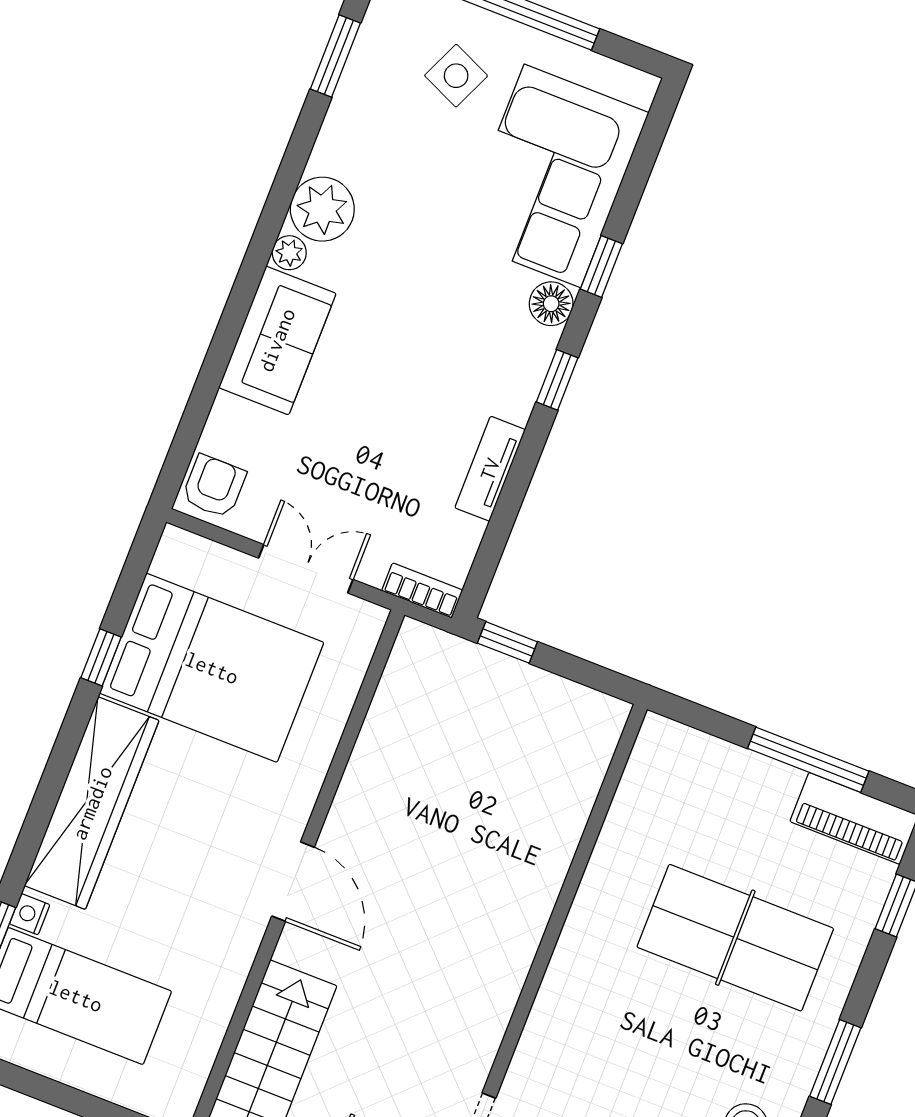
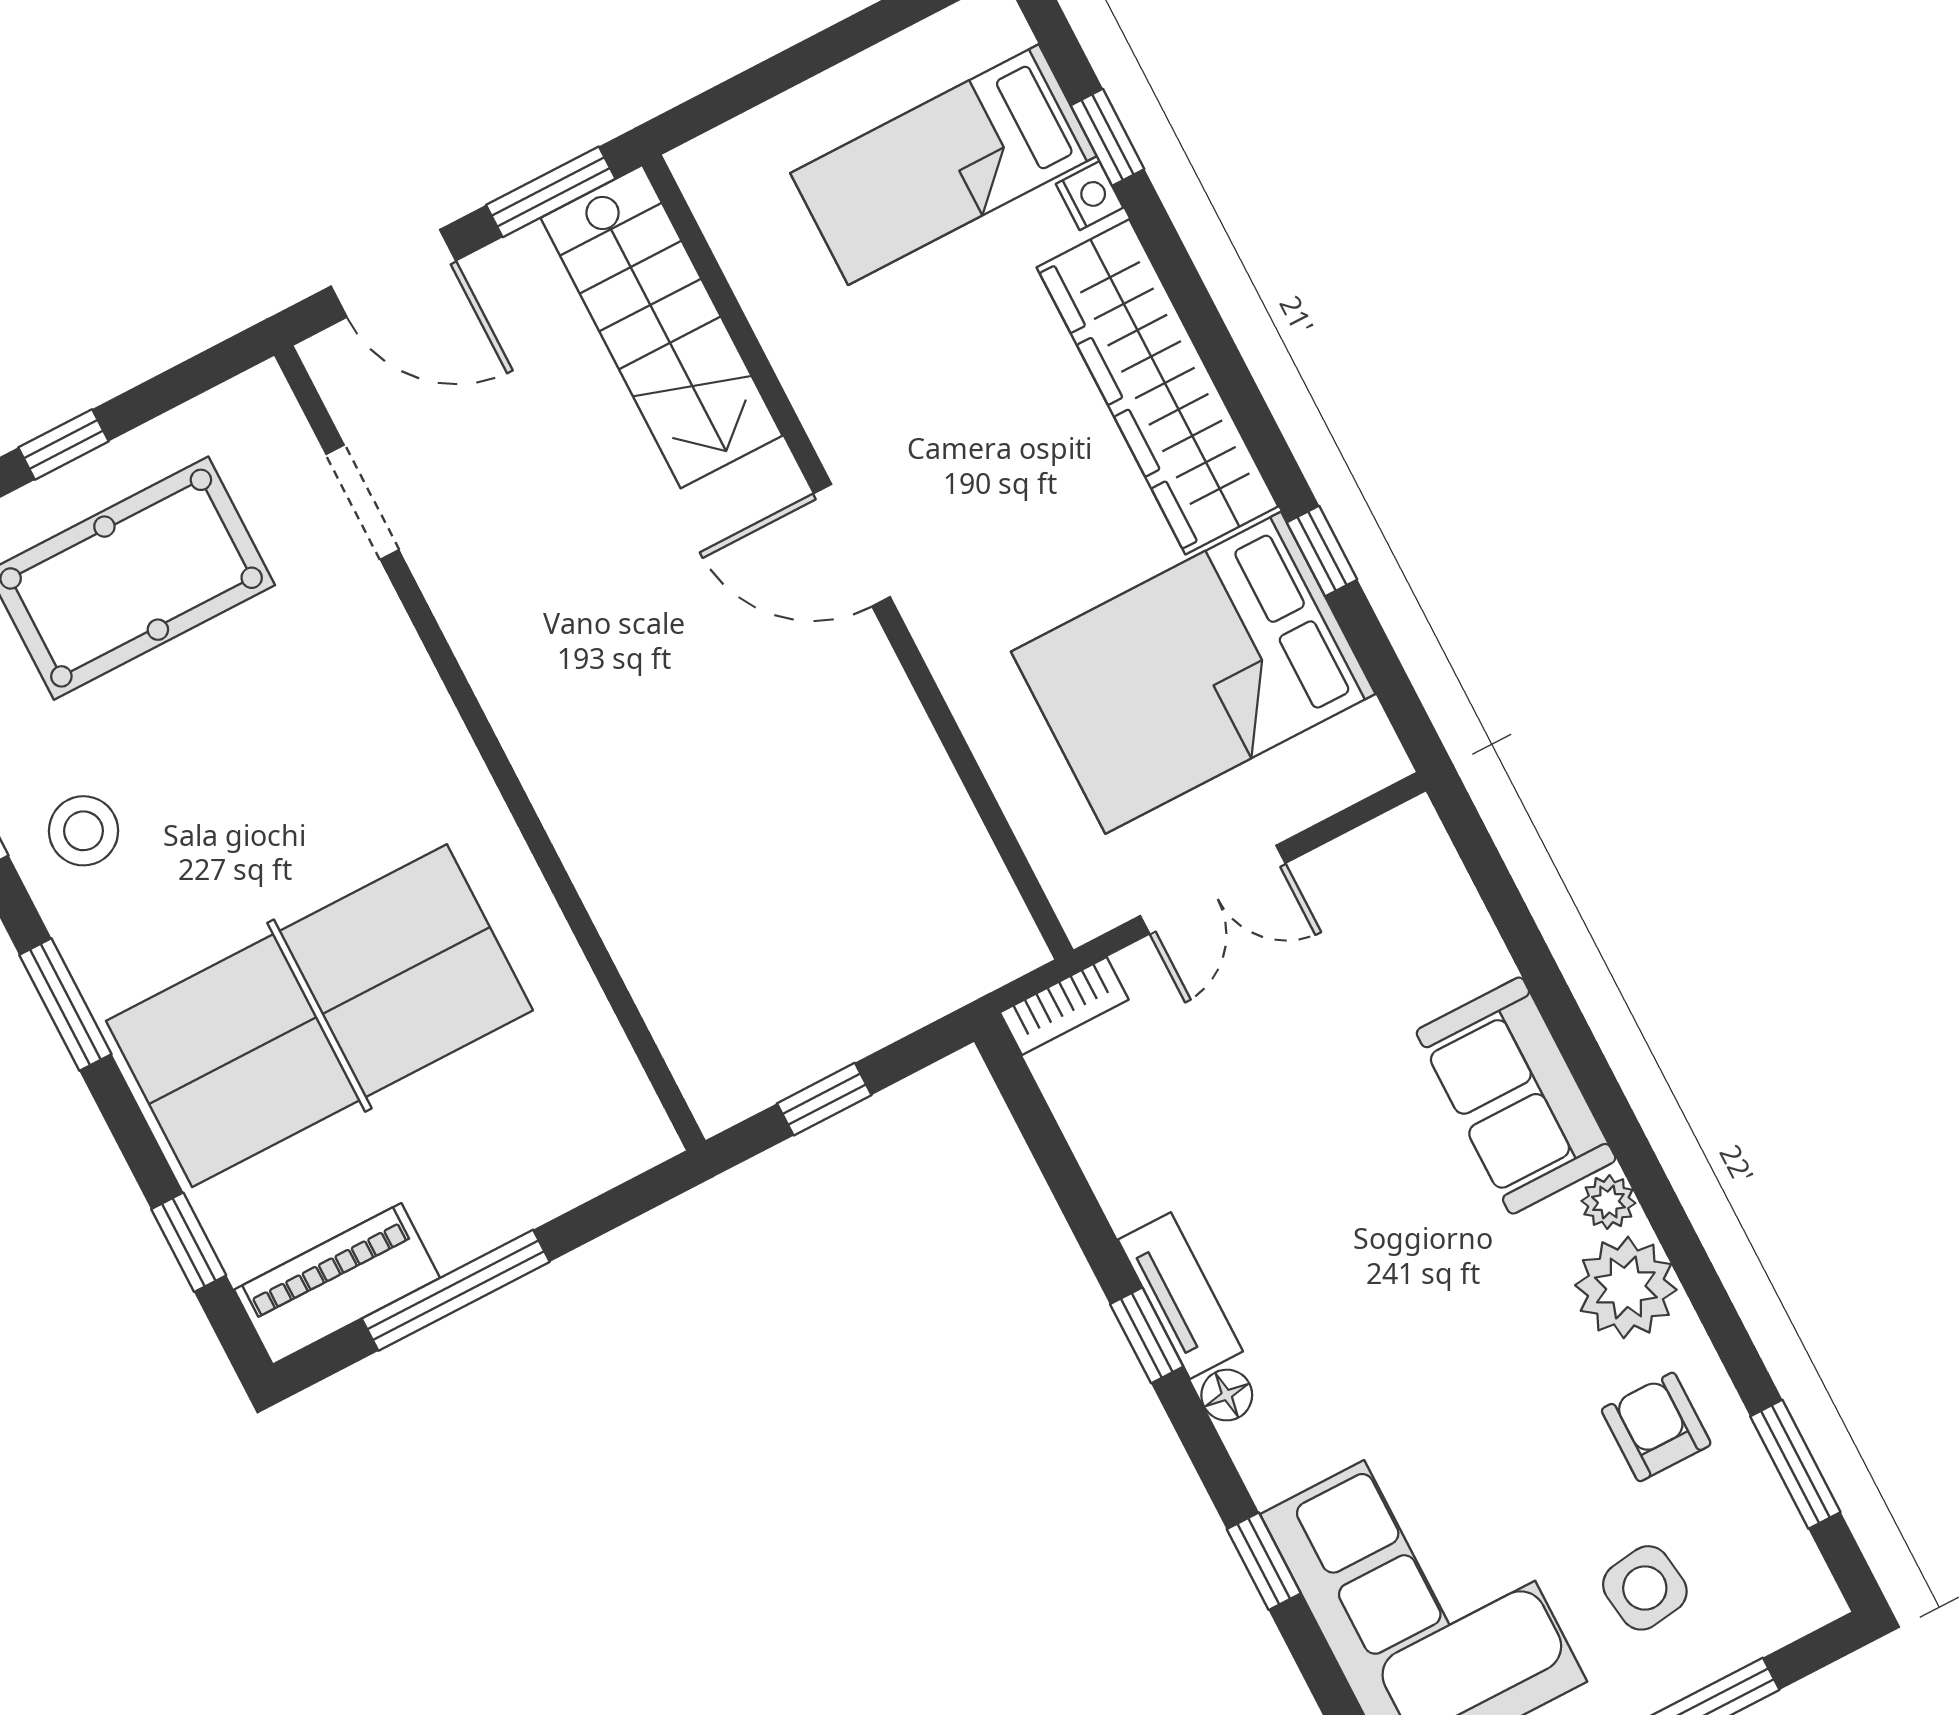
side table: (456, 76) -> (1645, 1588), turned -32
floor lamp: (551, 304) -> (1227, 1395), moved, width x0.73, depth x0.73
window: (557, 380) -> (1147, 1335), moved
tv unit: (490, 469) -> (1180, 1296), moved
armchair: (214, 486) -> (1656, 1427), moved, turned 180
window: (507, 642) -> (824, 1099), moved
table tennis table: (735, 938) -> (319, 1016), width x1.36, depth x1.32

